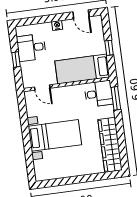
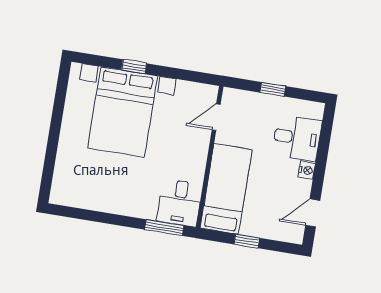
desk: (31, 48) -> (297, 138), moved, turned 90
bed with nightstands: (55, 135) -> (123, 112), width x1.36
window: (27, 144) -> (134, 67), added
wardrobe: (110, 145) -> (94, 196), removed

